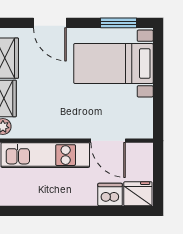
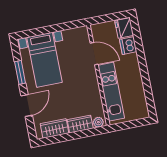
window: (118, 23) -> (20, 72), moved
door: (108, 141) -> (94, 54), hinge flipped

